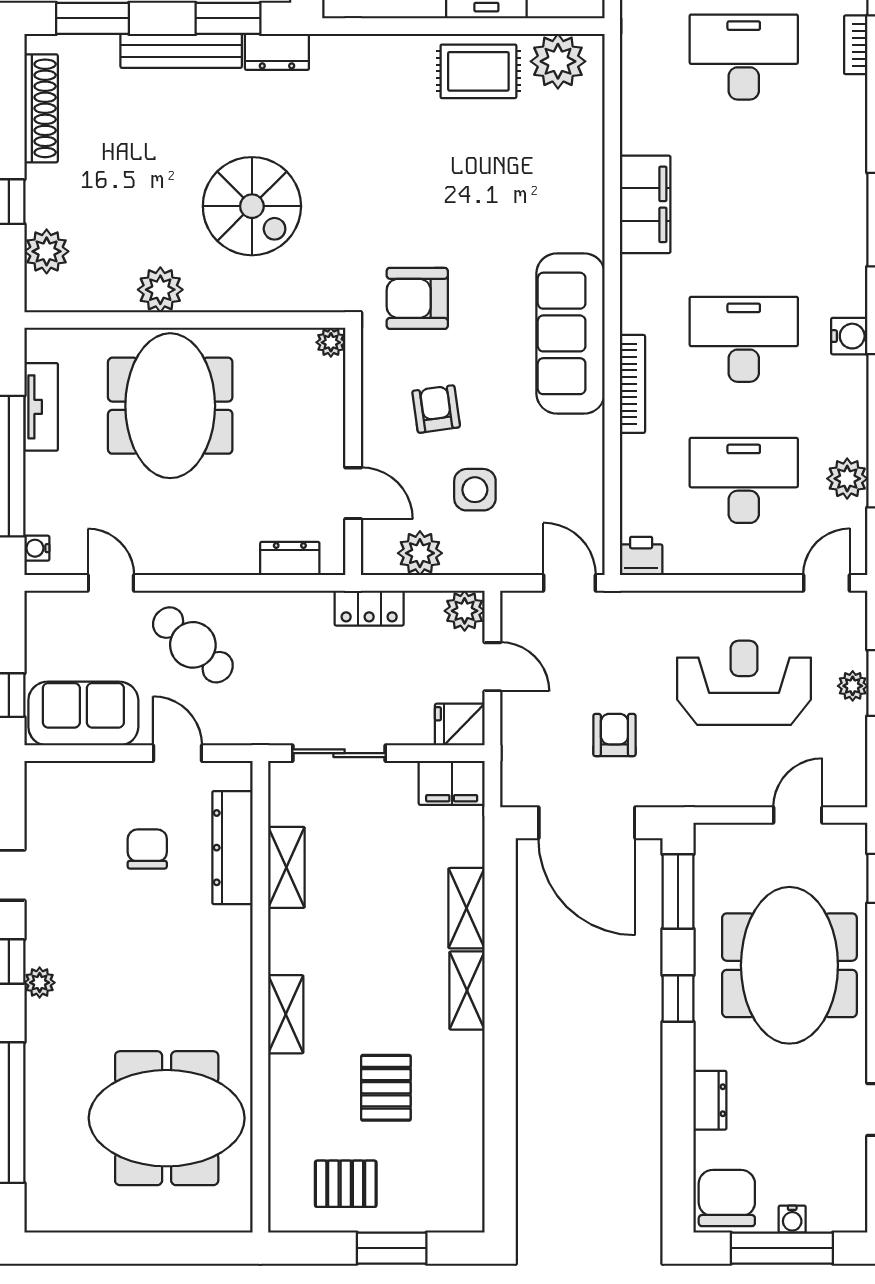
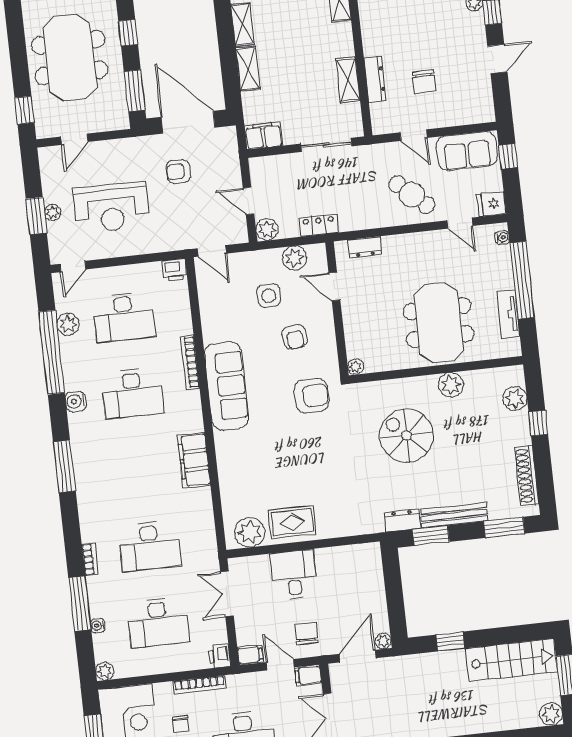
fridge: (460, 725) -> (492, 204), moved, turned 180
armchair: (614, 735) -> (178, 171), turned 90
dresser: (232, 848) -> (375, 79), width x0.73, depth x0.80

